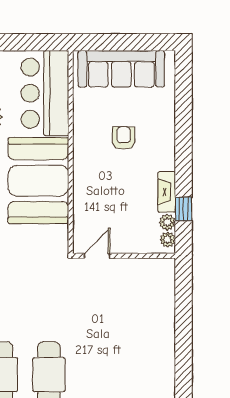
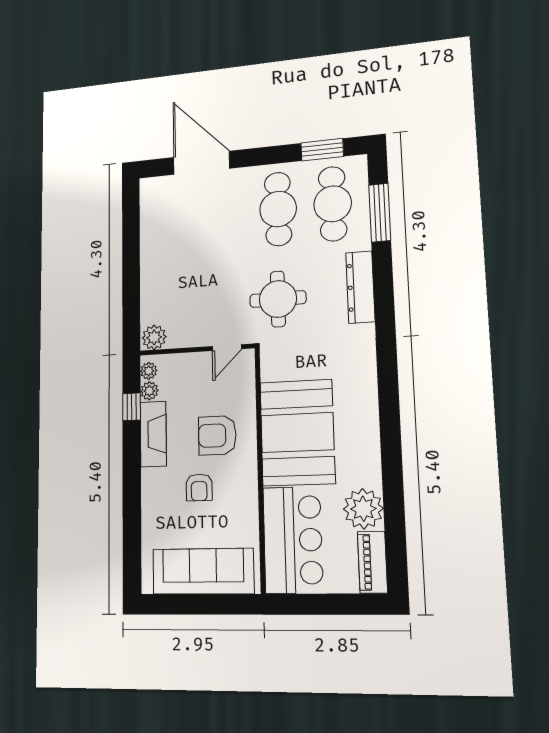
armchair: (107, 181) -> (217, 435), added
fireplace: (167, 192) -> (153, 434), width x1.37, depth x1.32
plant: (162, 269) -> (154, 337), added
round table: (51, 295) -> (278, 299), added

